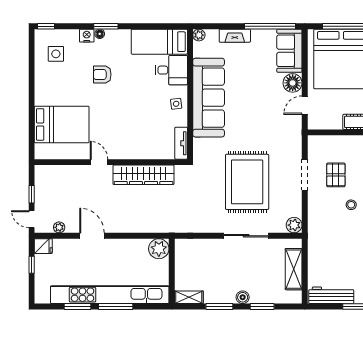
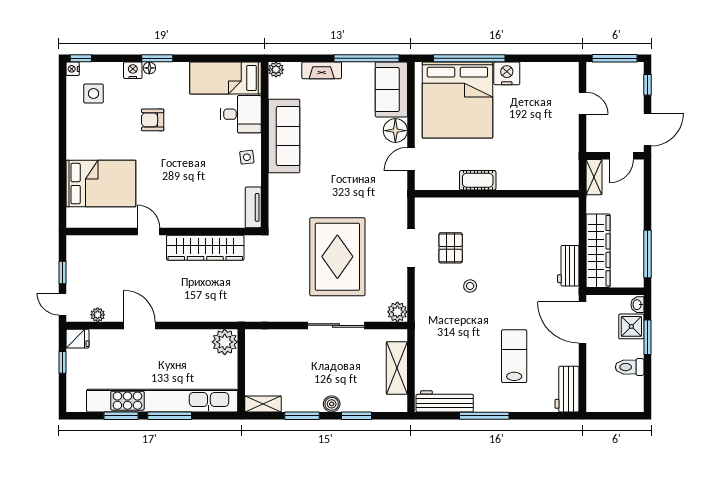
nightstand: (40, 35) -> (73, 69), added
sofa: (209, 98) -> (284, 136), width x0.74, depth x0.79

